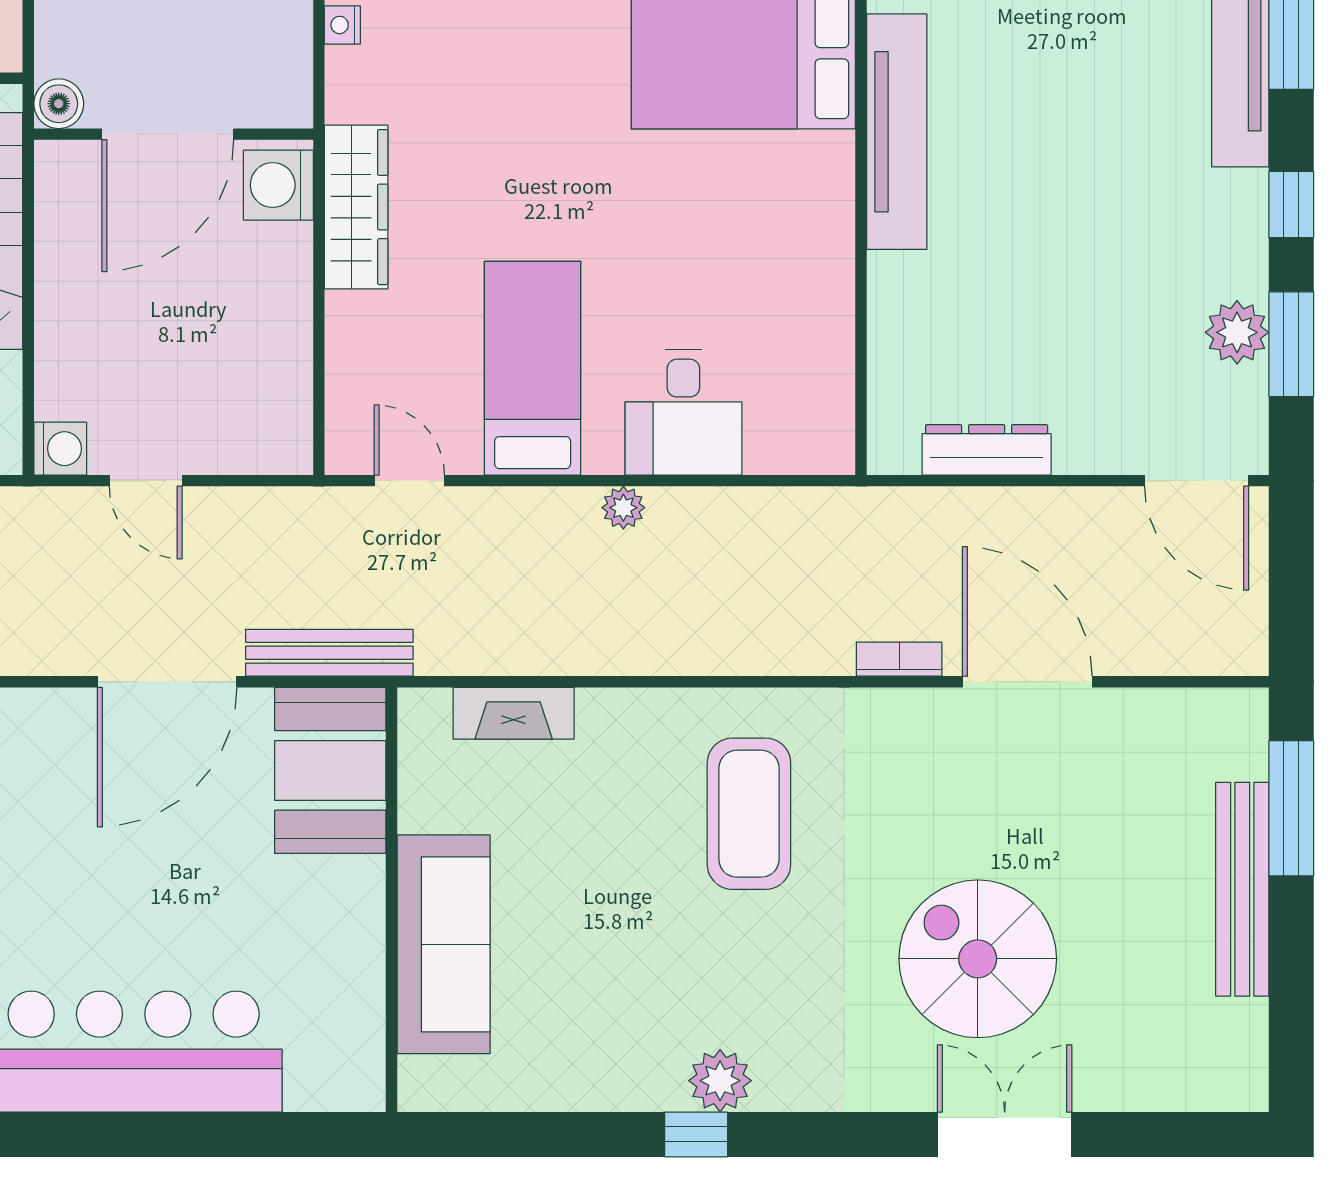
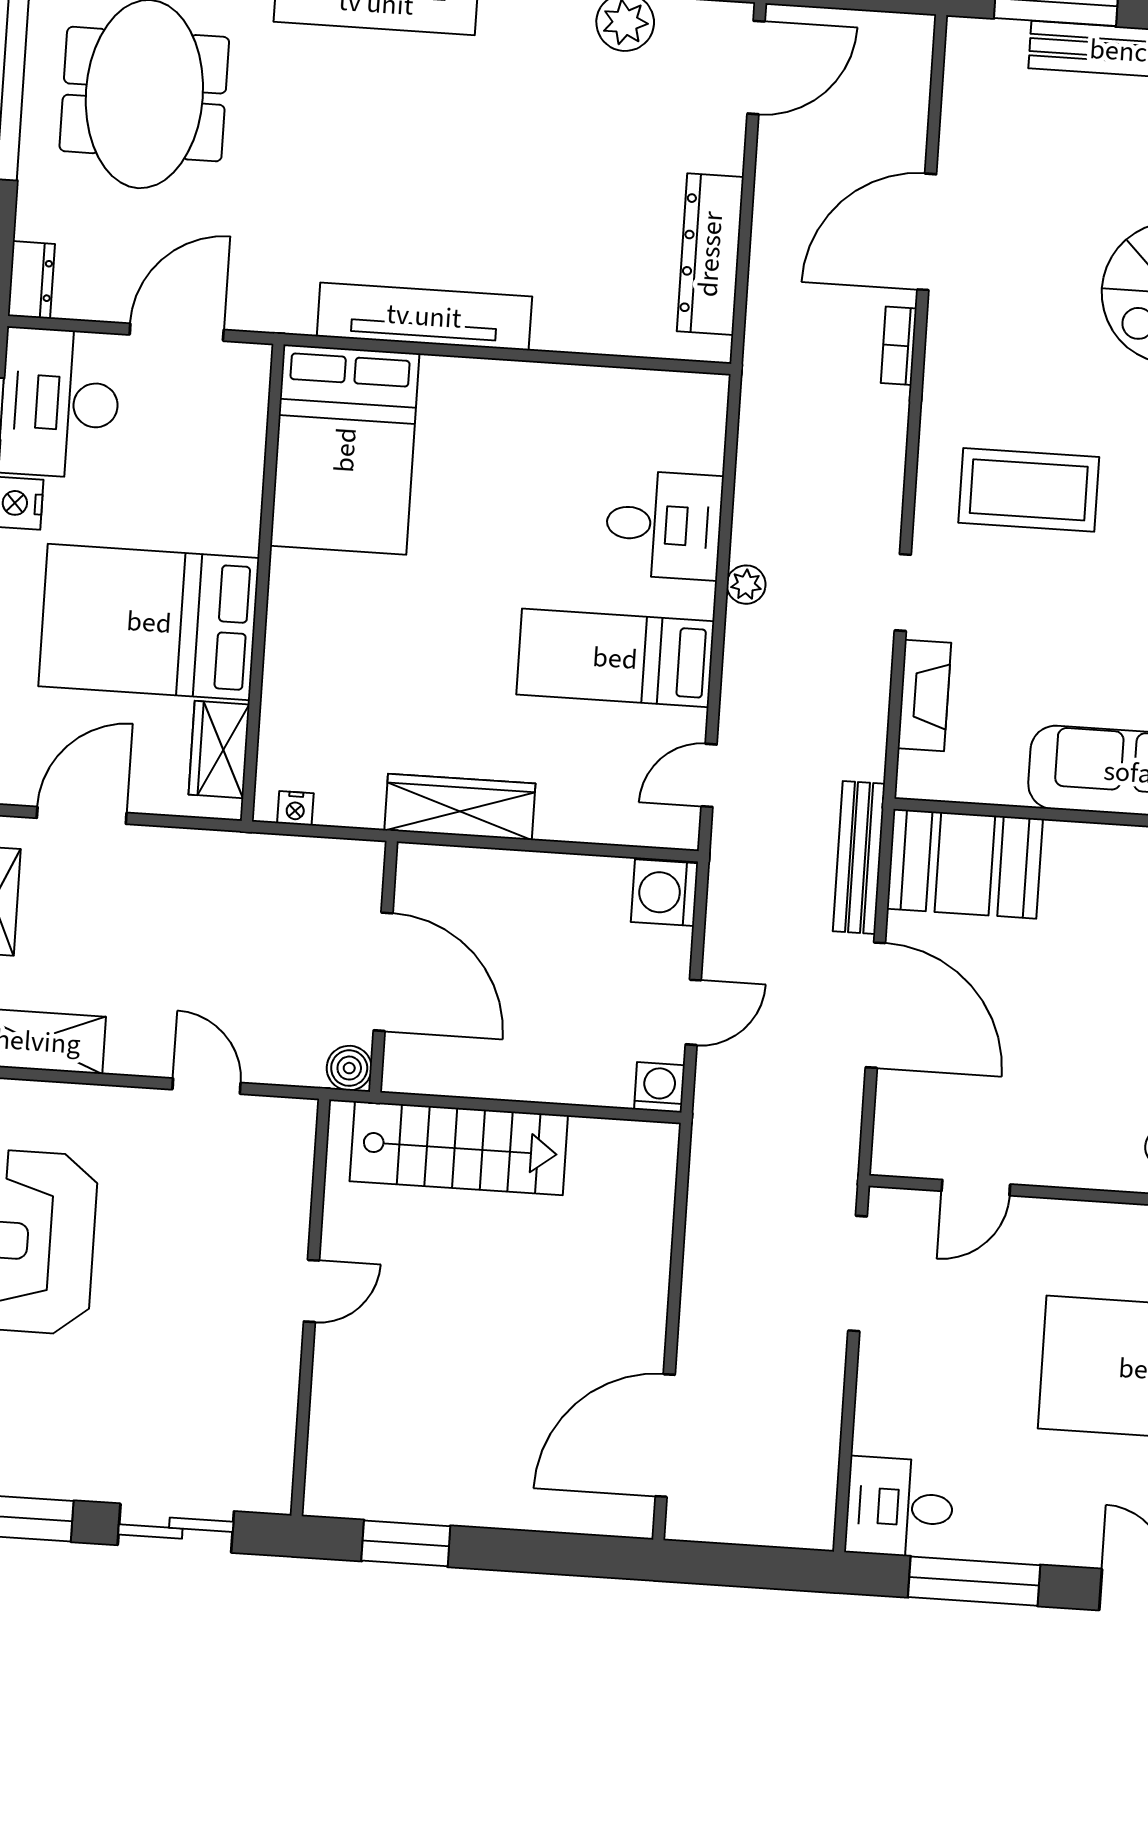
washing machine: (278, 185) -> (665, 893), moved, turned 90
dresser: (987, 450) -> (710, 254), width x1.37, depth x1.24
doorway: (626, 682) -> (903, 592), added

